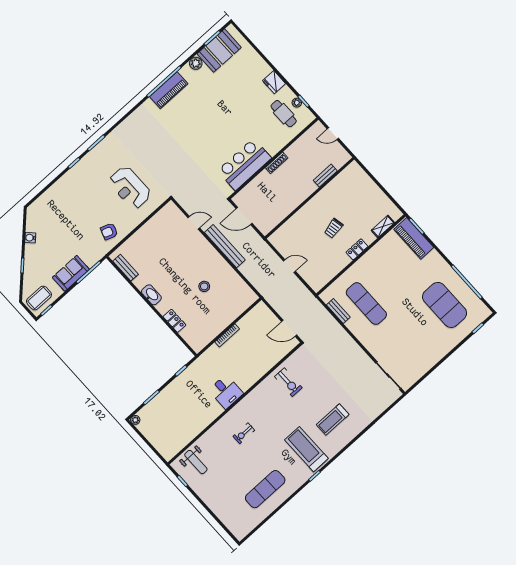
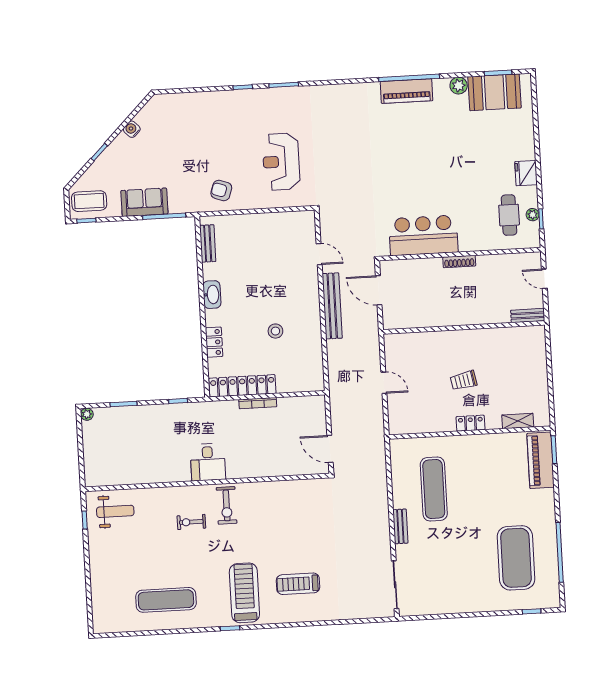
bench: (325, 176) -> (528, 315), moved
bench: (338, 311) -> (400, 526), moved
locker: (211, 333) -> (242, 386), added
exercise bike: (288, 382) -> (227, 505), moved
weight bench: (196, 462) -> (115, 511), turned -90

